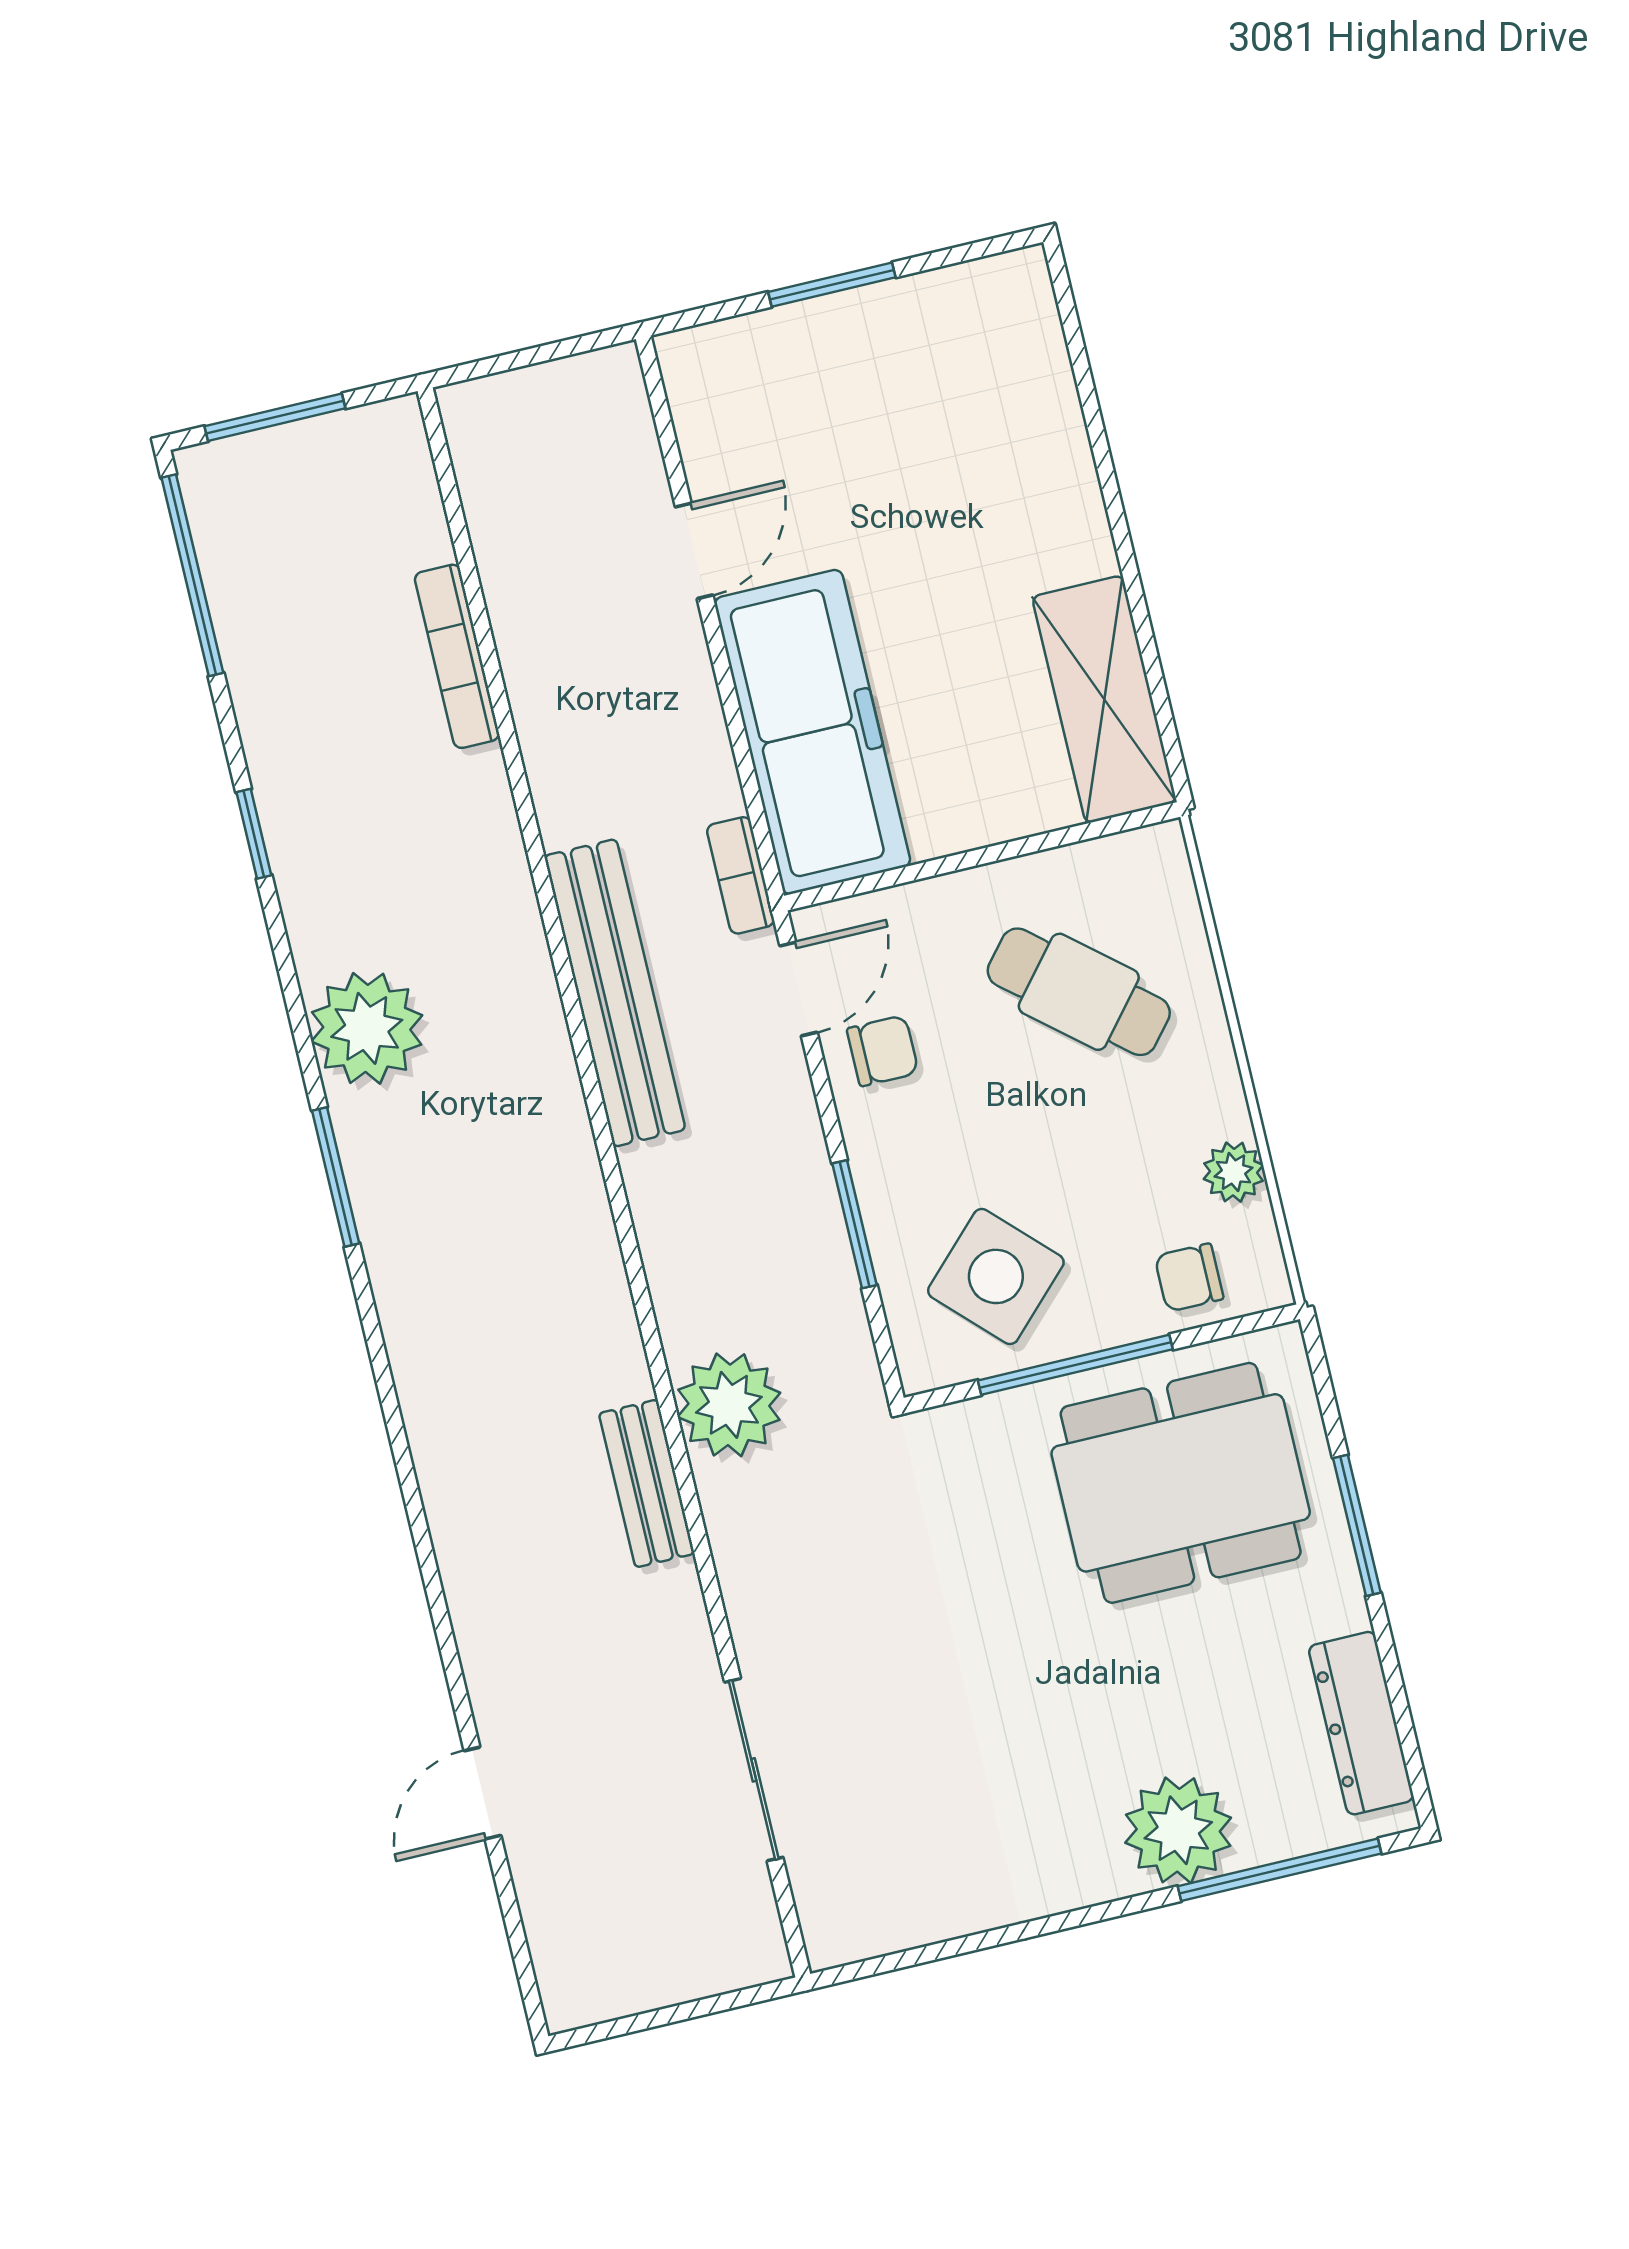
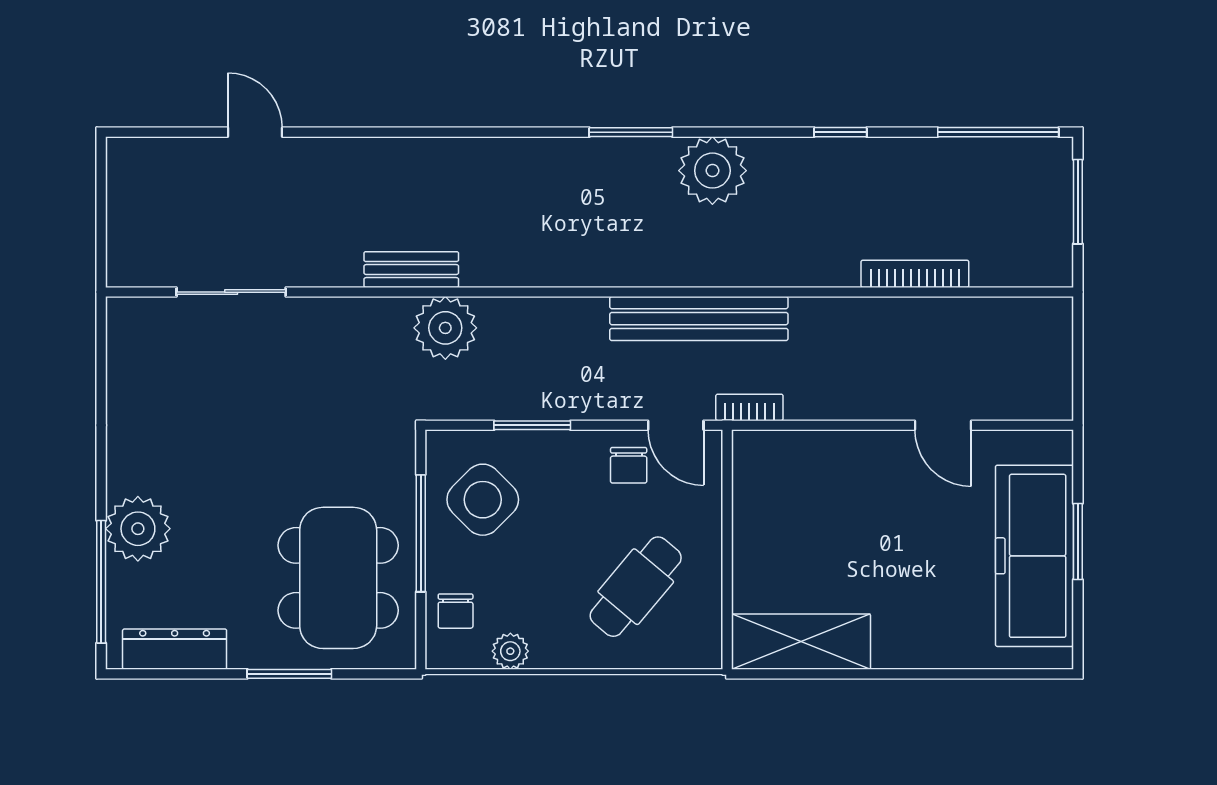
freezer: (812, 732) -> (1035, 556), moved, turned 90
chair: (1189, 1278) -> (456, 611), turned 180

